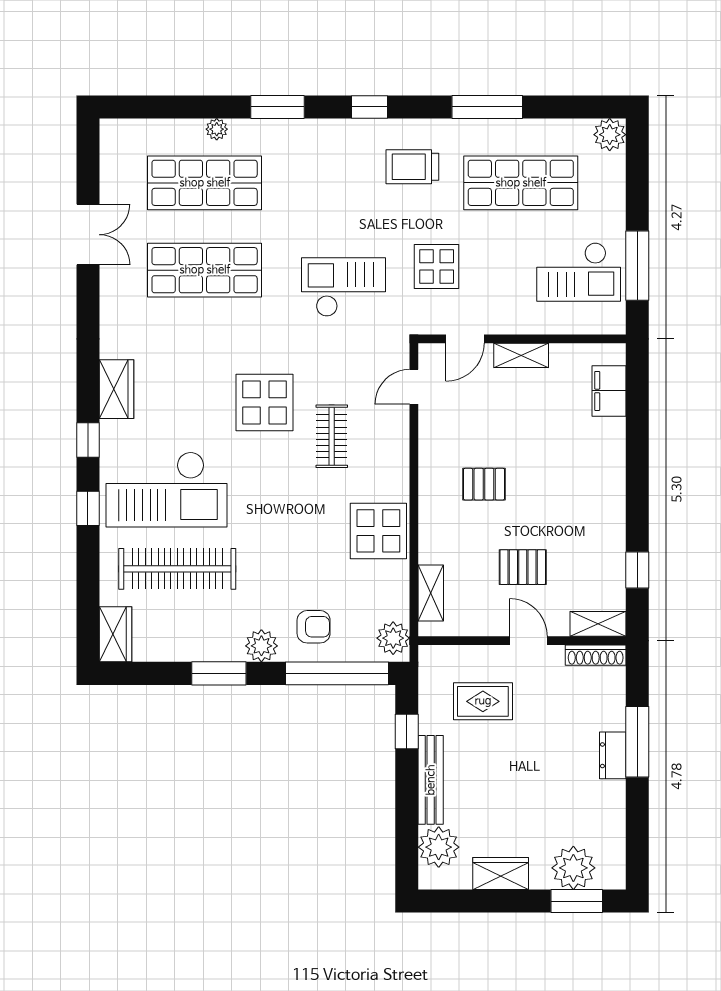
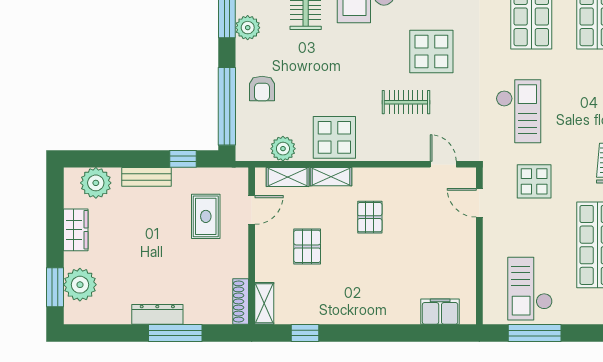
shelving: (521, 355) -> (331, 177), moved, turned 90
plant: (393, 638) -> (283, 149), moved
door: (528, 641) -> (252, 210), moved
plant: (261, 646) -> (248, 28), moved
dresser: (613, 755) -> (157, 314), width x1.44
bench: (431, 780) -> (147, 177), width x0.73

